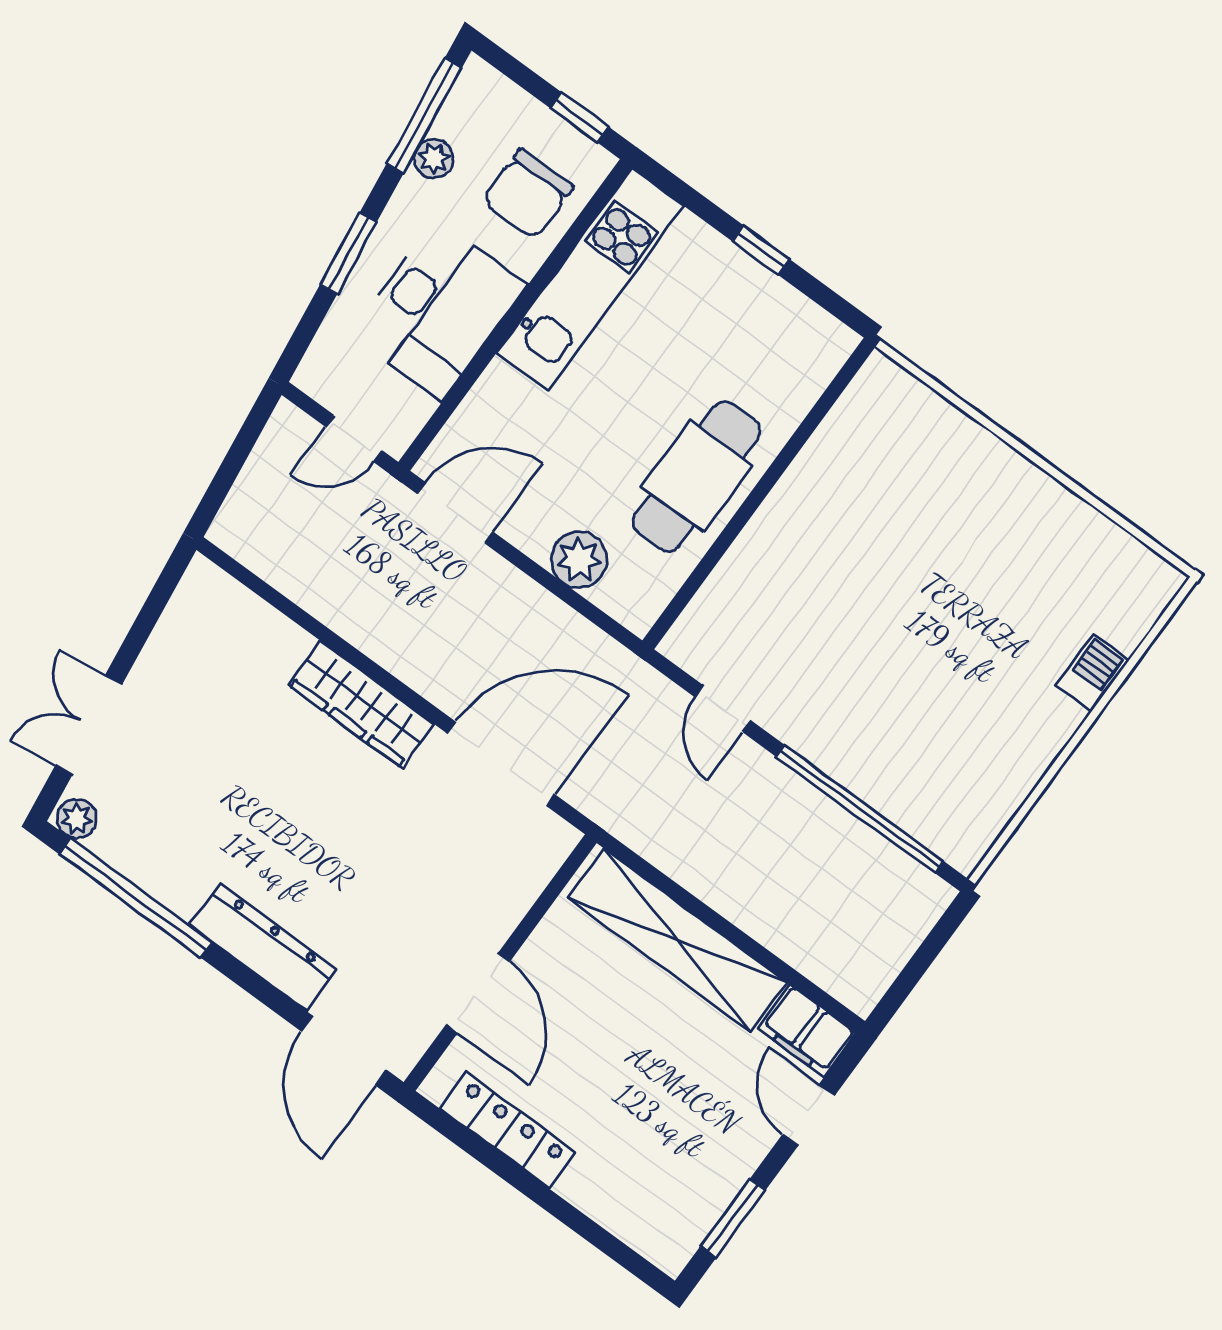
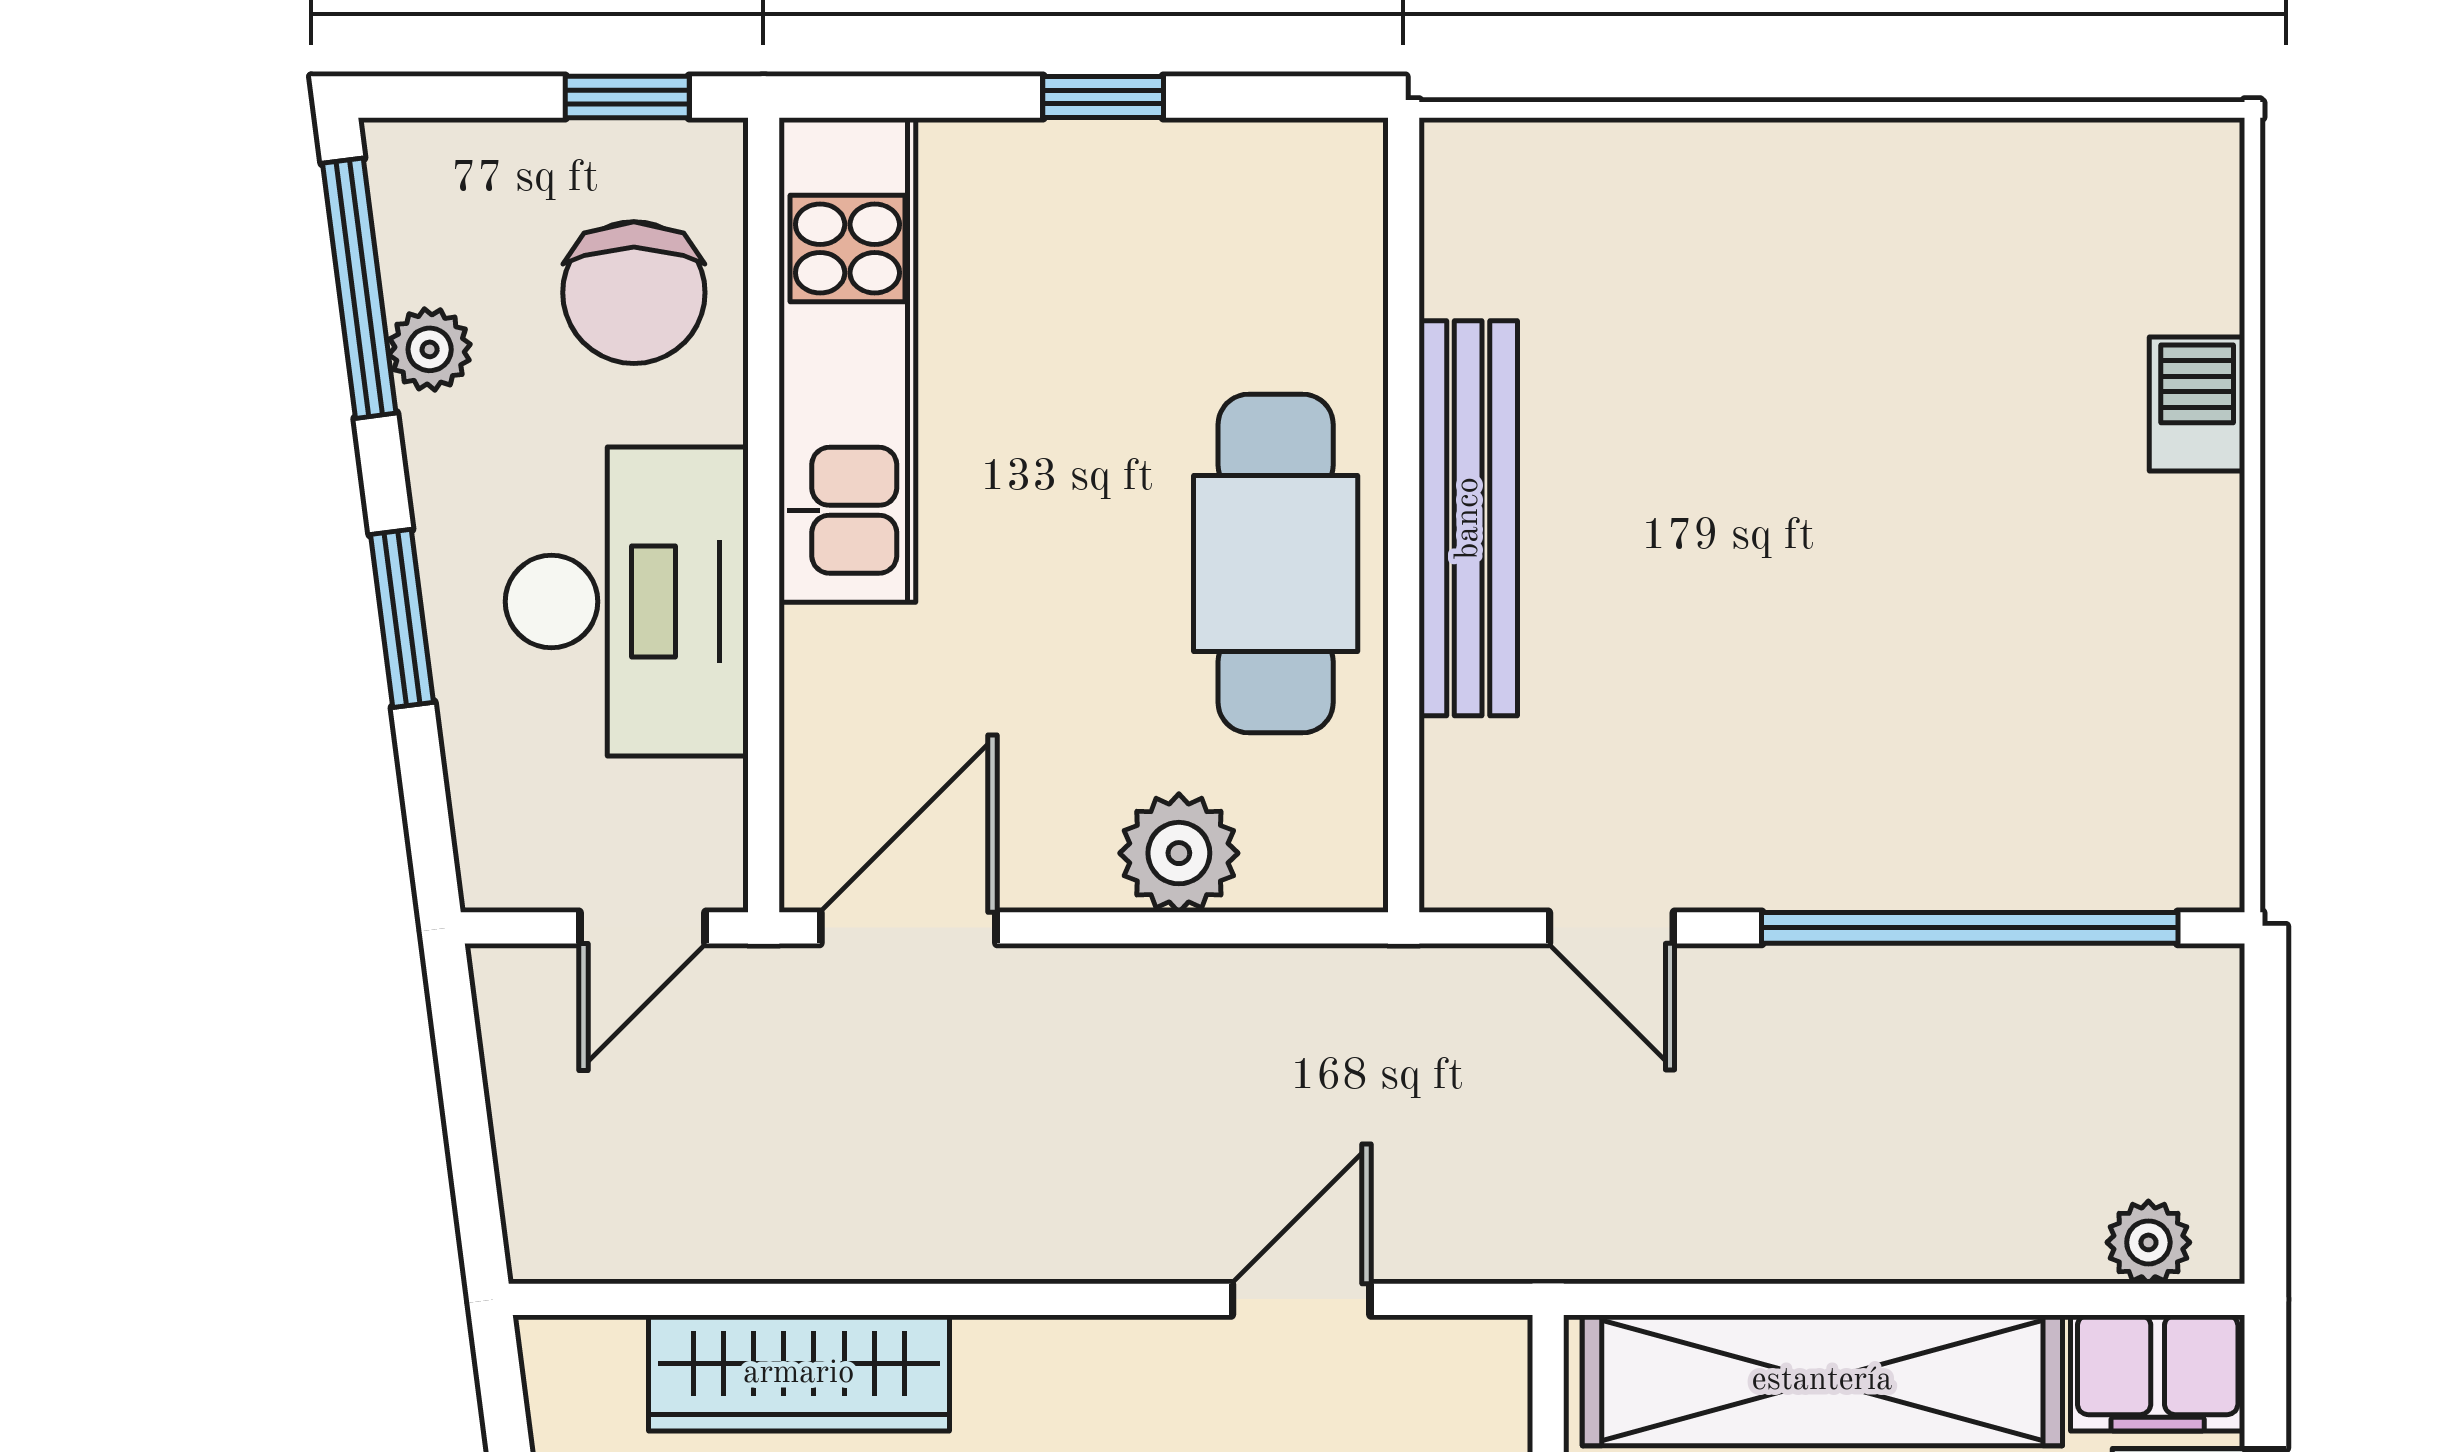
bench: (783, 513) -> (1468, 518), added
wardrobe: (361, 704) -> (799, 1373), moved
door: (501, 764) -> (1301, 1299), width x0.53
plant: (840, 979) -> (2148, 1242), added

